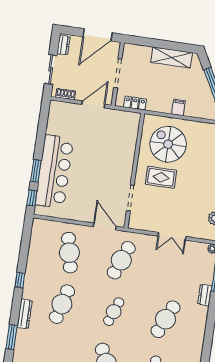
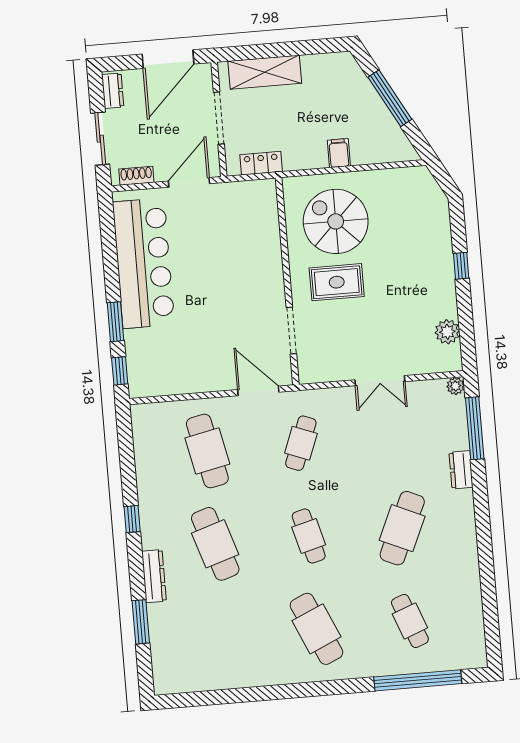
shelving: (172, 58) -> (265, 72), moved
bar counter: (54, 172) -> (144, 263), moved
cafe table: (121, 260) -> (301, 443), width x0.73, depth x0.74
cafe table: (62, 304) -> (215, 544), turned -33
cafe table: (114, 312) -> (309, 536), turned -36

